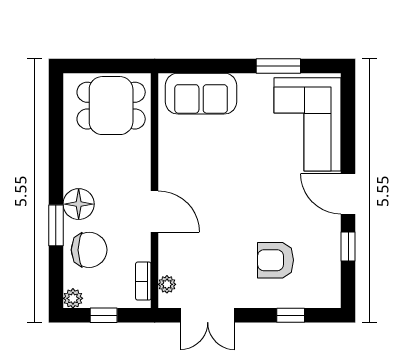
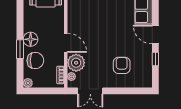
plant: (177, 255) -> (76, 63), added
armchair: (276, 260) -> (122, 65), turned 90
window: (104, 315) -> (42, 91), removed
window: (291, 315) -> (129, 91), removed

